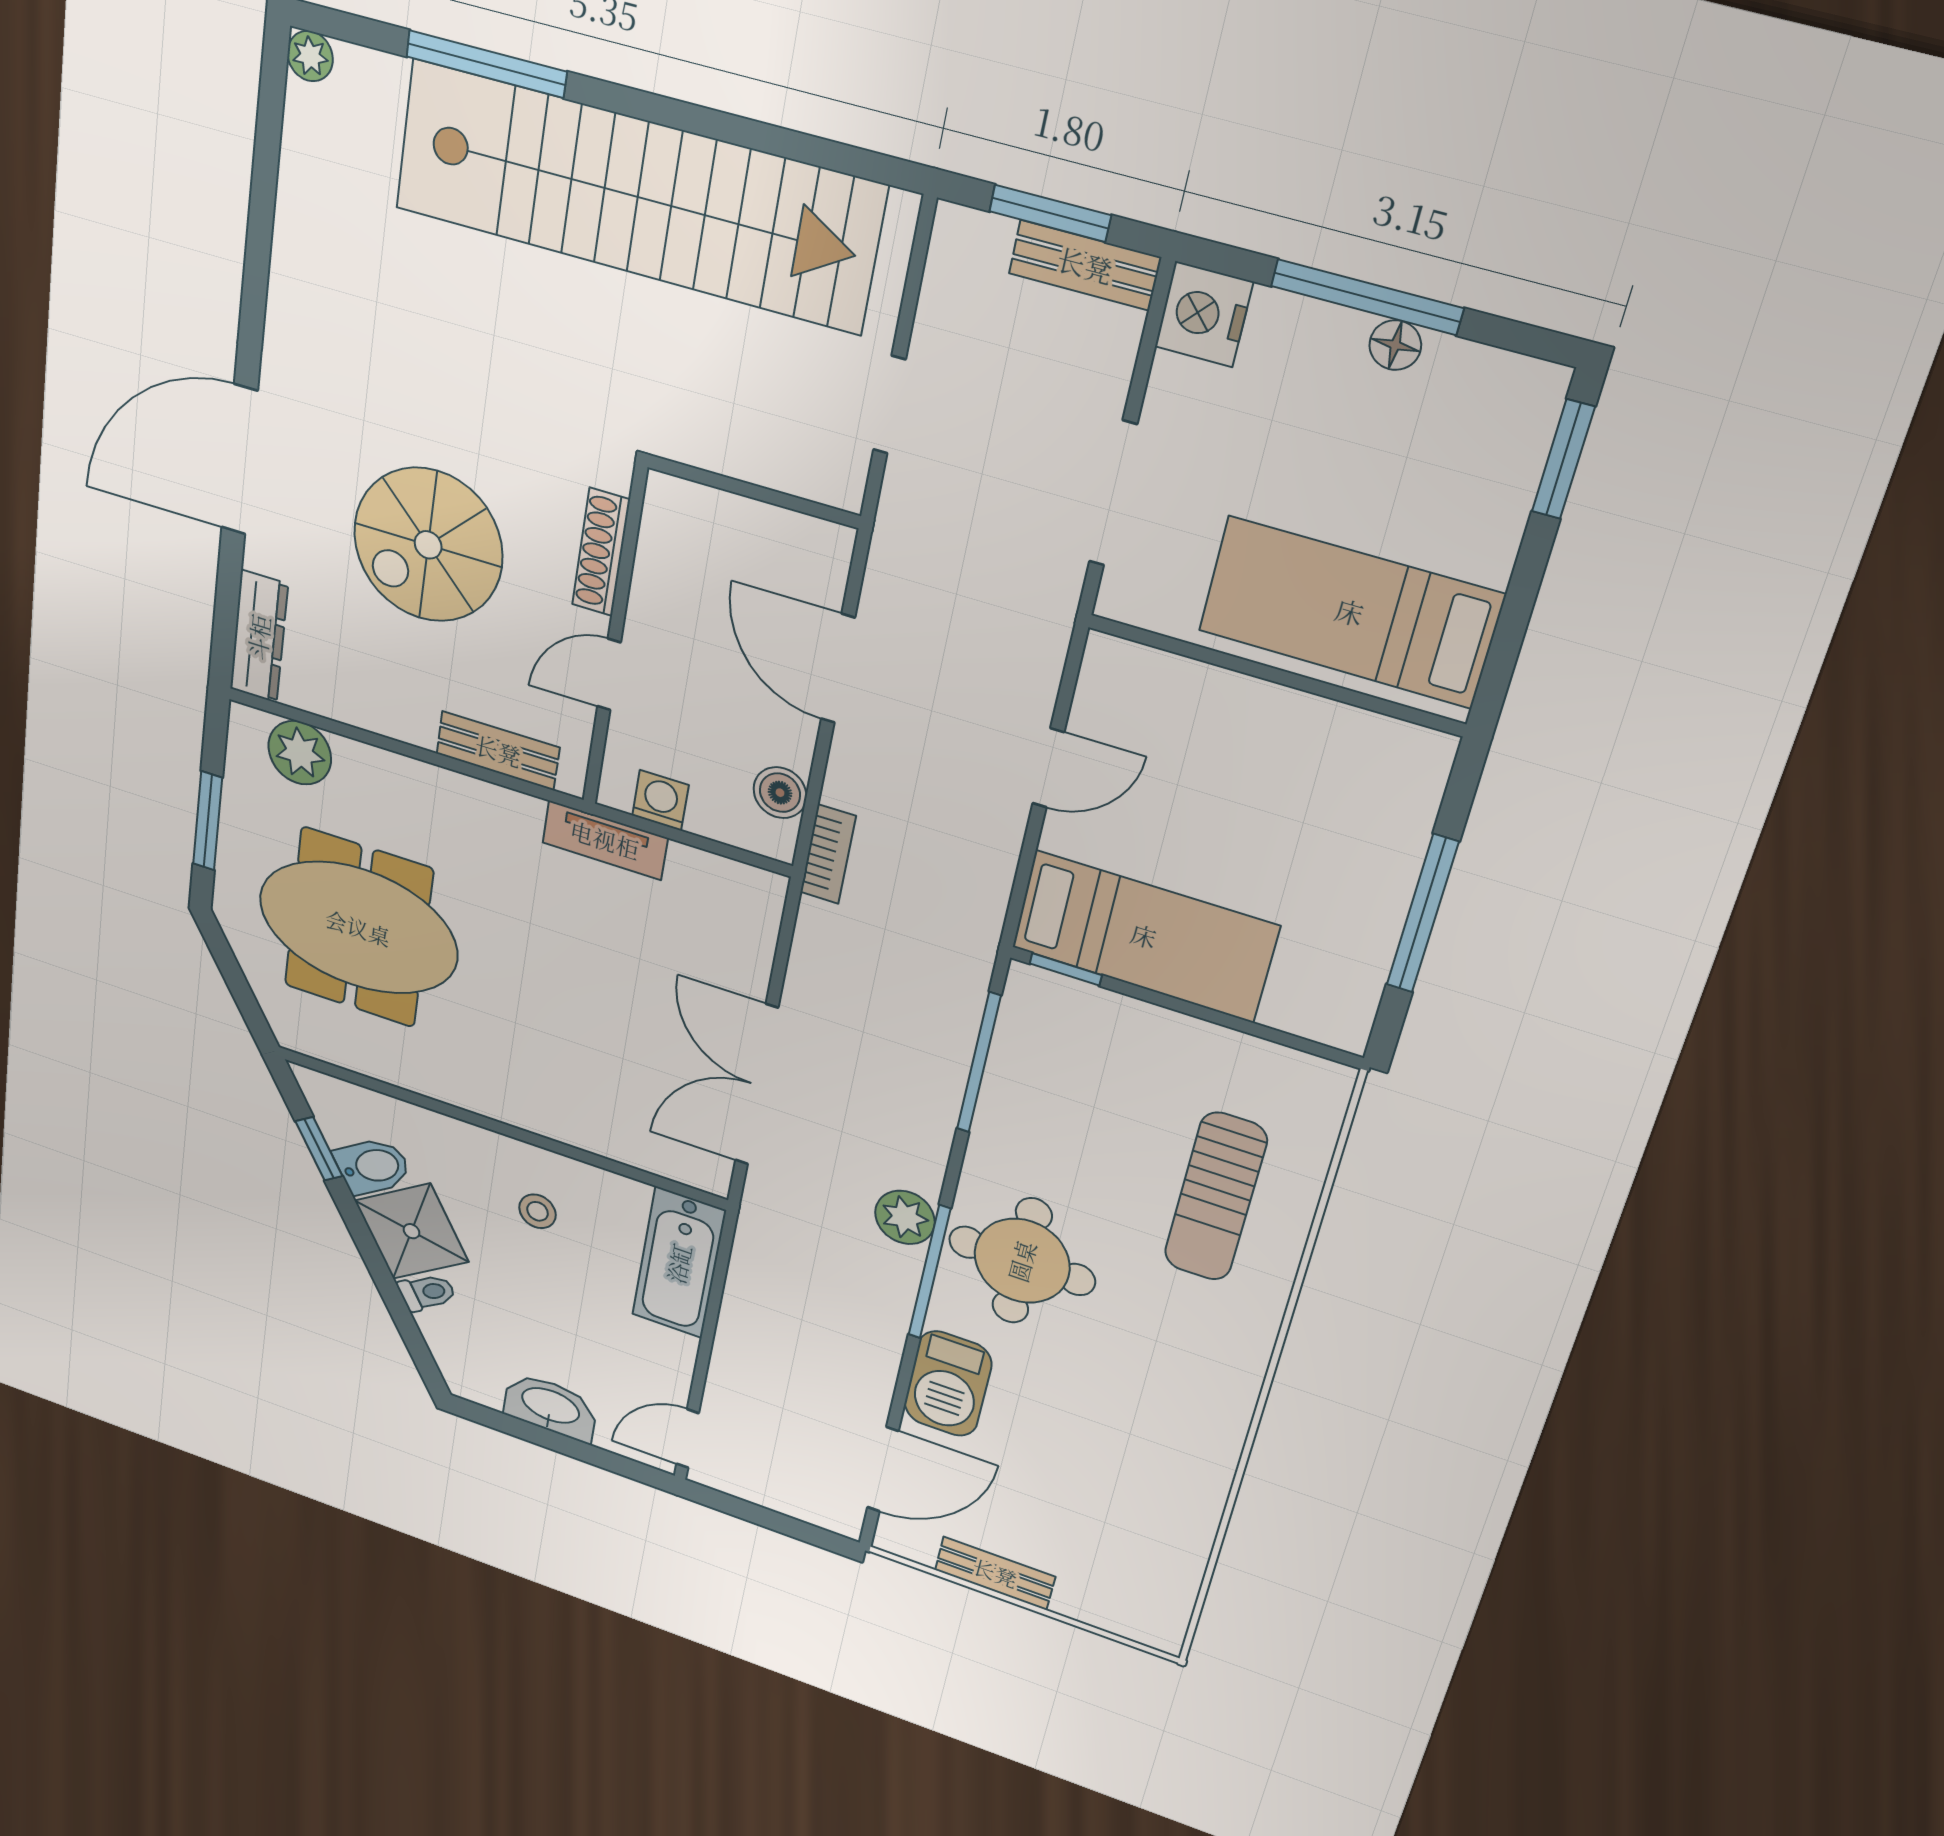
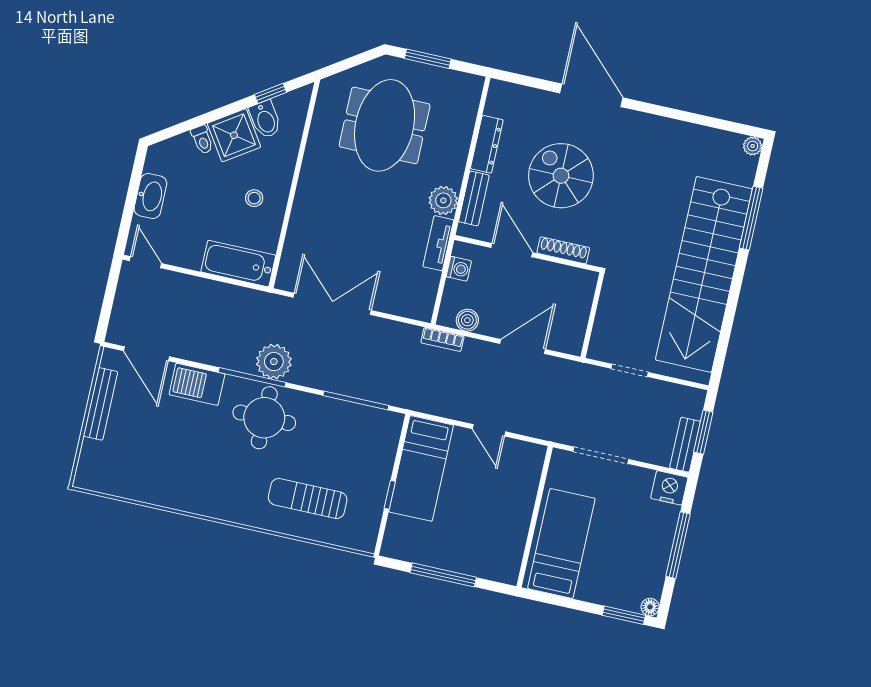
floor lamp: (1395, 345) -> (650, 607), moved
dresser: (259, 637) -> (487, 144), moved, turned -90
door: (609, 675) -> (512, 250), width x1.37
plant: (300, 753) -> (443, 200), moved
window: (1066, 969) -> (390, 495), moved
plant: (905, 1217) -> (274, 362), width x1.36, depth x1.36
bench: (995, 1573) -> (100, 404), width x1.36

